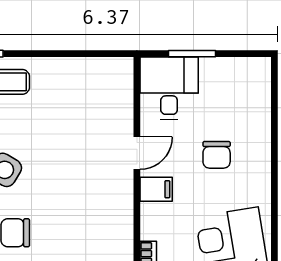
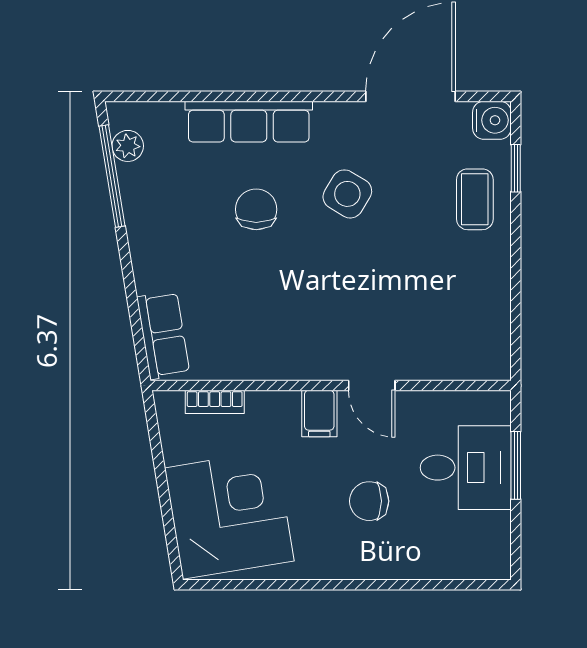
desk: (169, 88) -> (466, 468), moved

